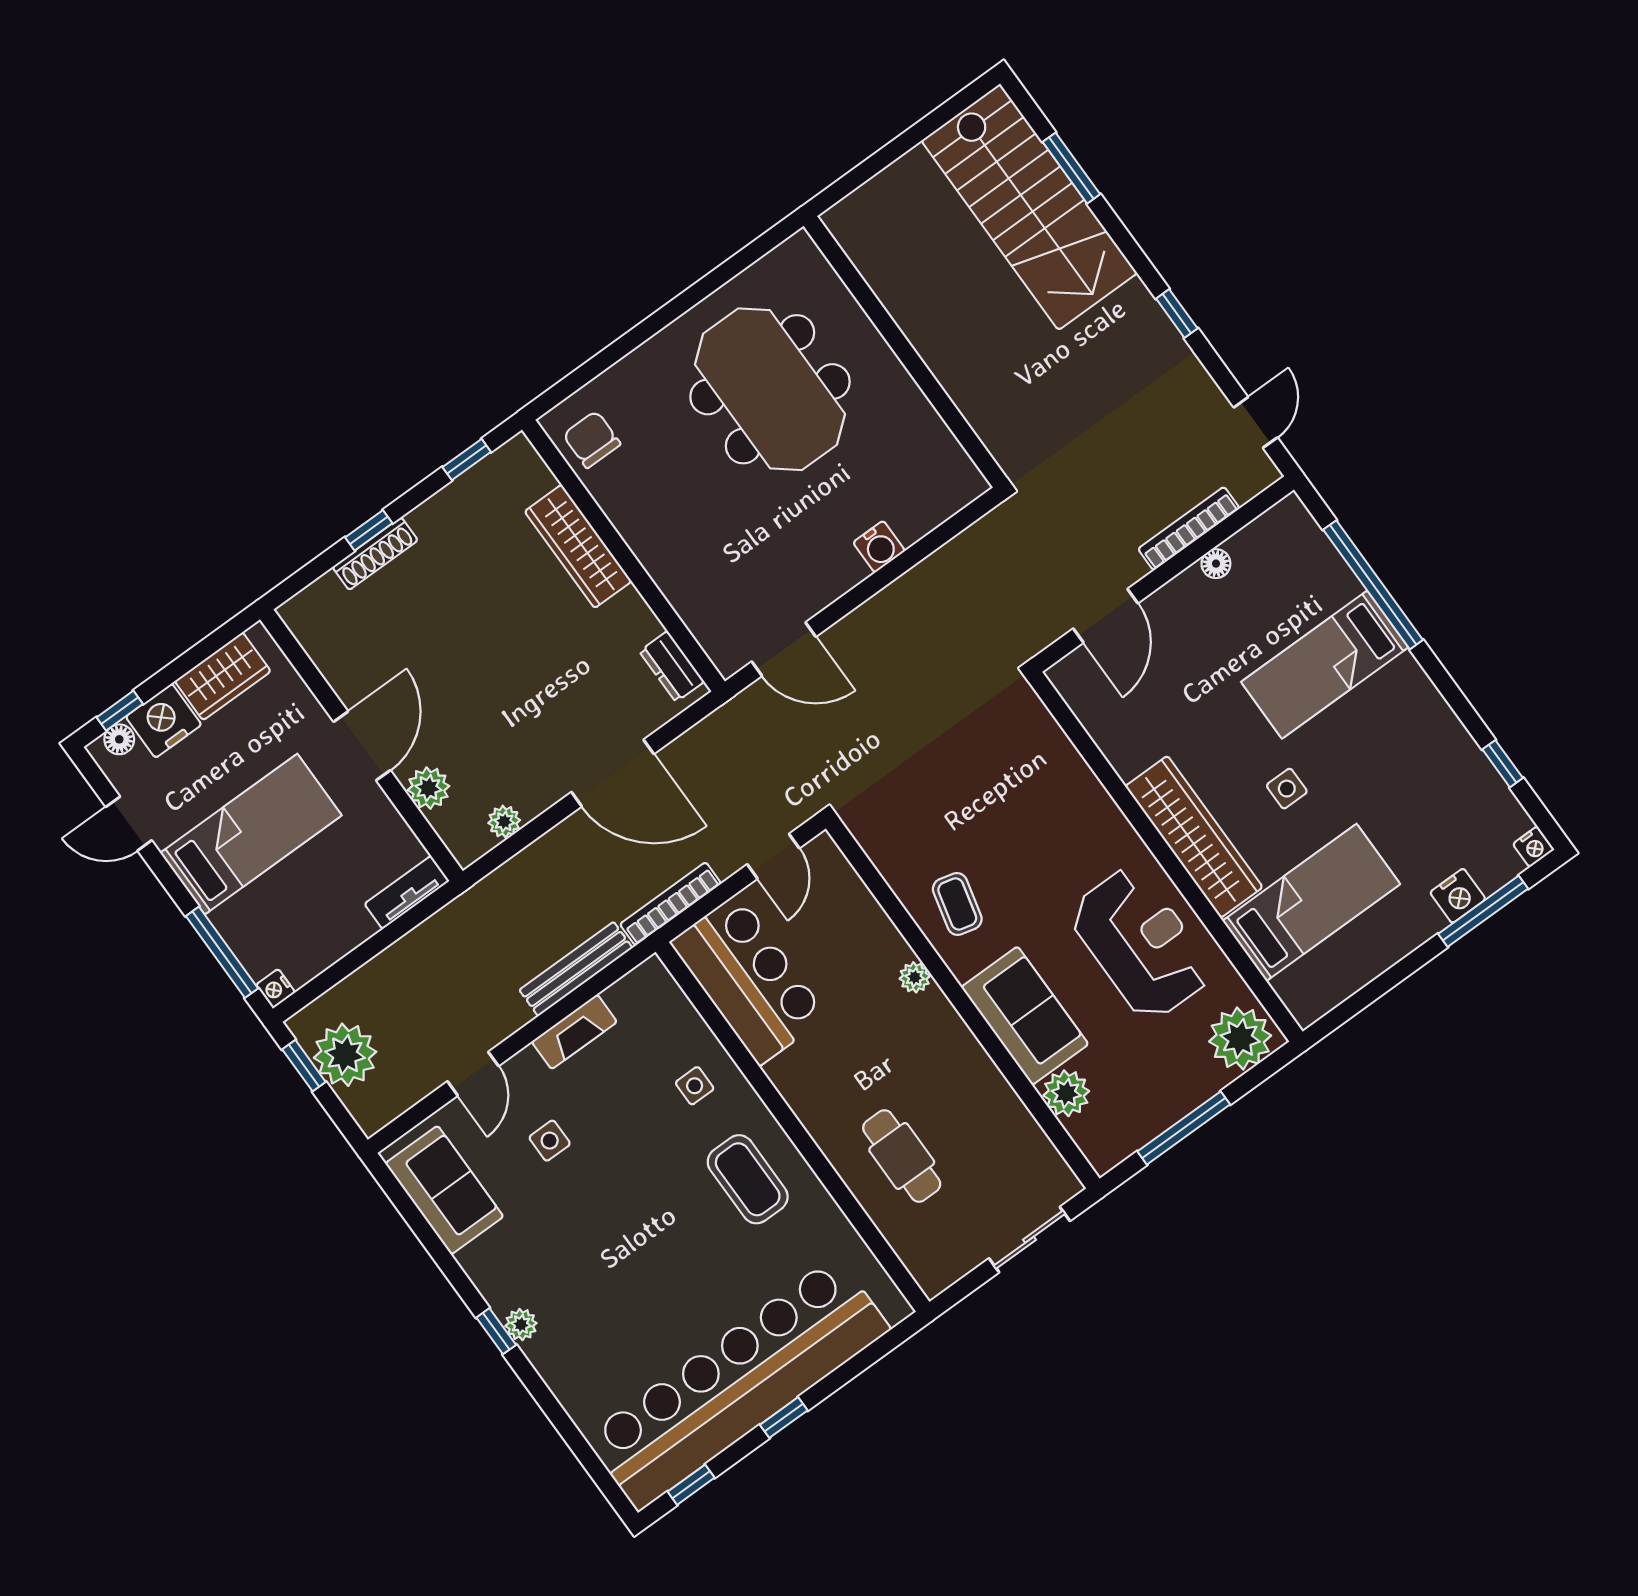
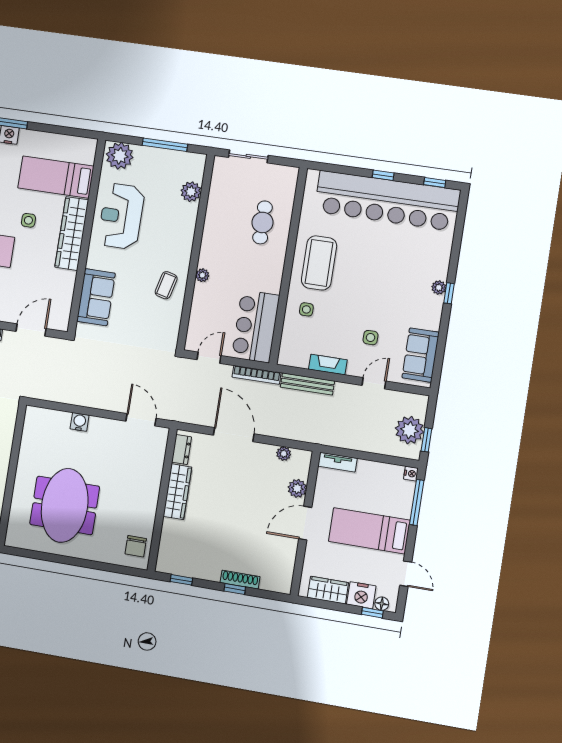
wardrobe: (578, 546) -> (177, 492), moved
sofa: (1025, 1016) -> (96, 297), moved, turned 180
coffee table: (748, 1179) -> (319, 263), width x1.36, depth x1.32

